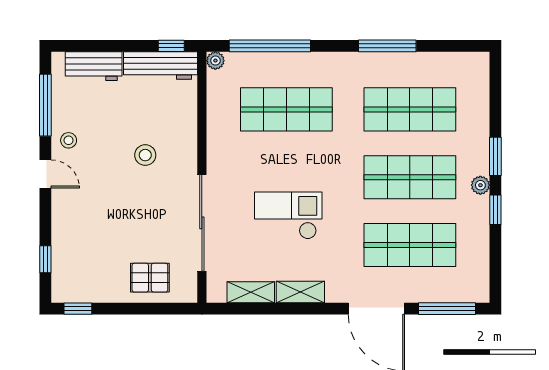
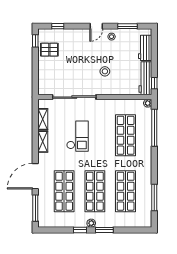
window: (387, 46) -> (154, 198), moved
window: (45, 105) -> (127, 26), width x0.69
pallet: (150, 278) -> (49, 50), moved, turned 90

